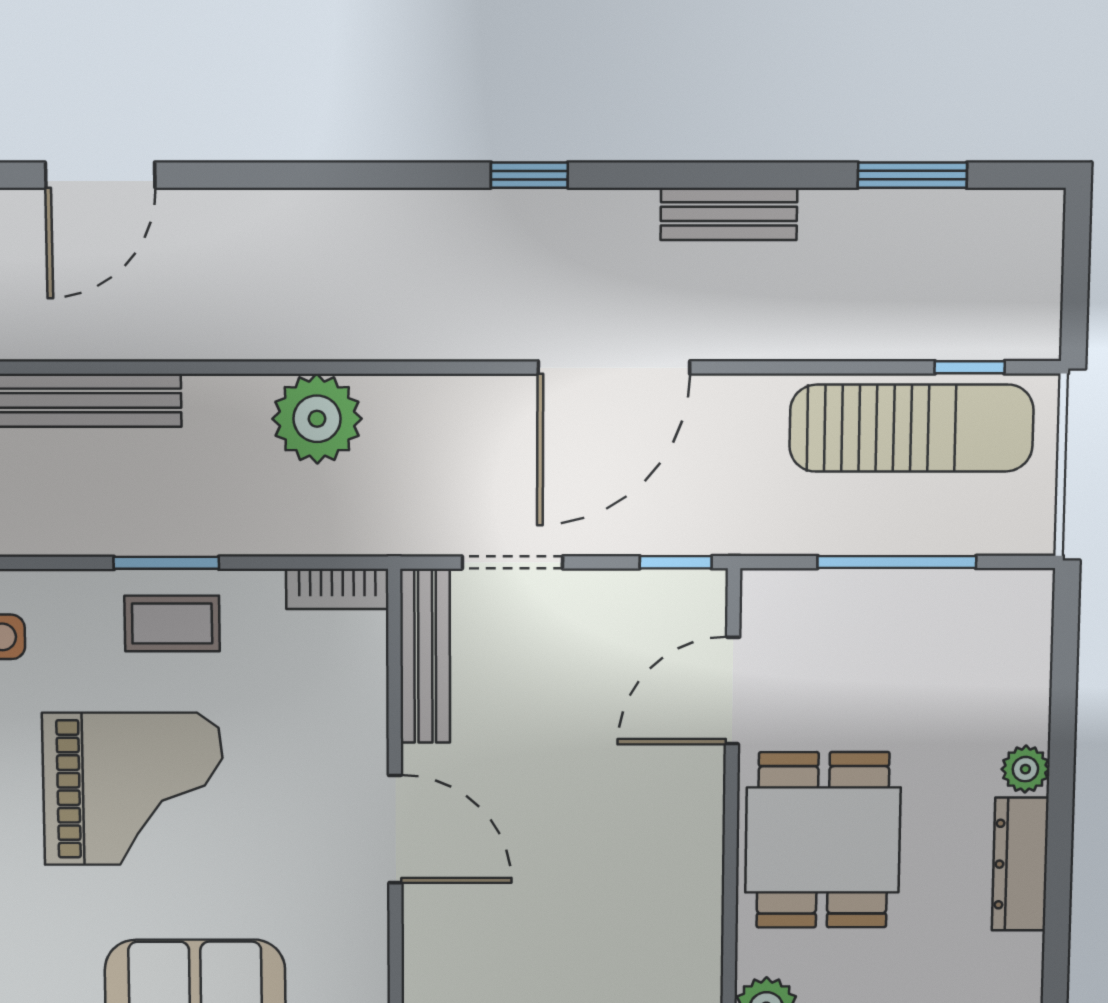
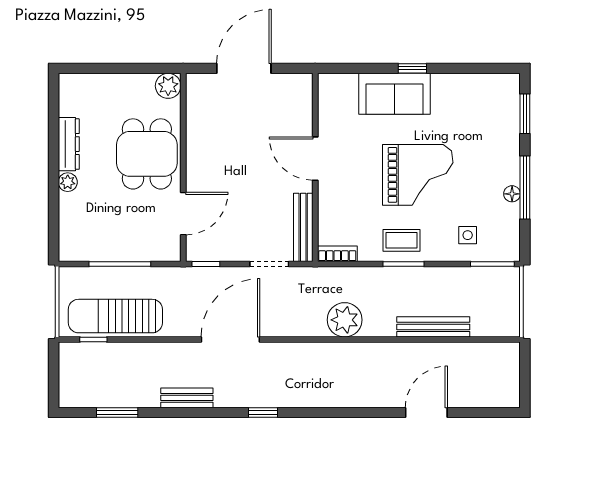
grand piano: (133, 789) -> (418, 175), turned 180

